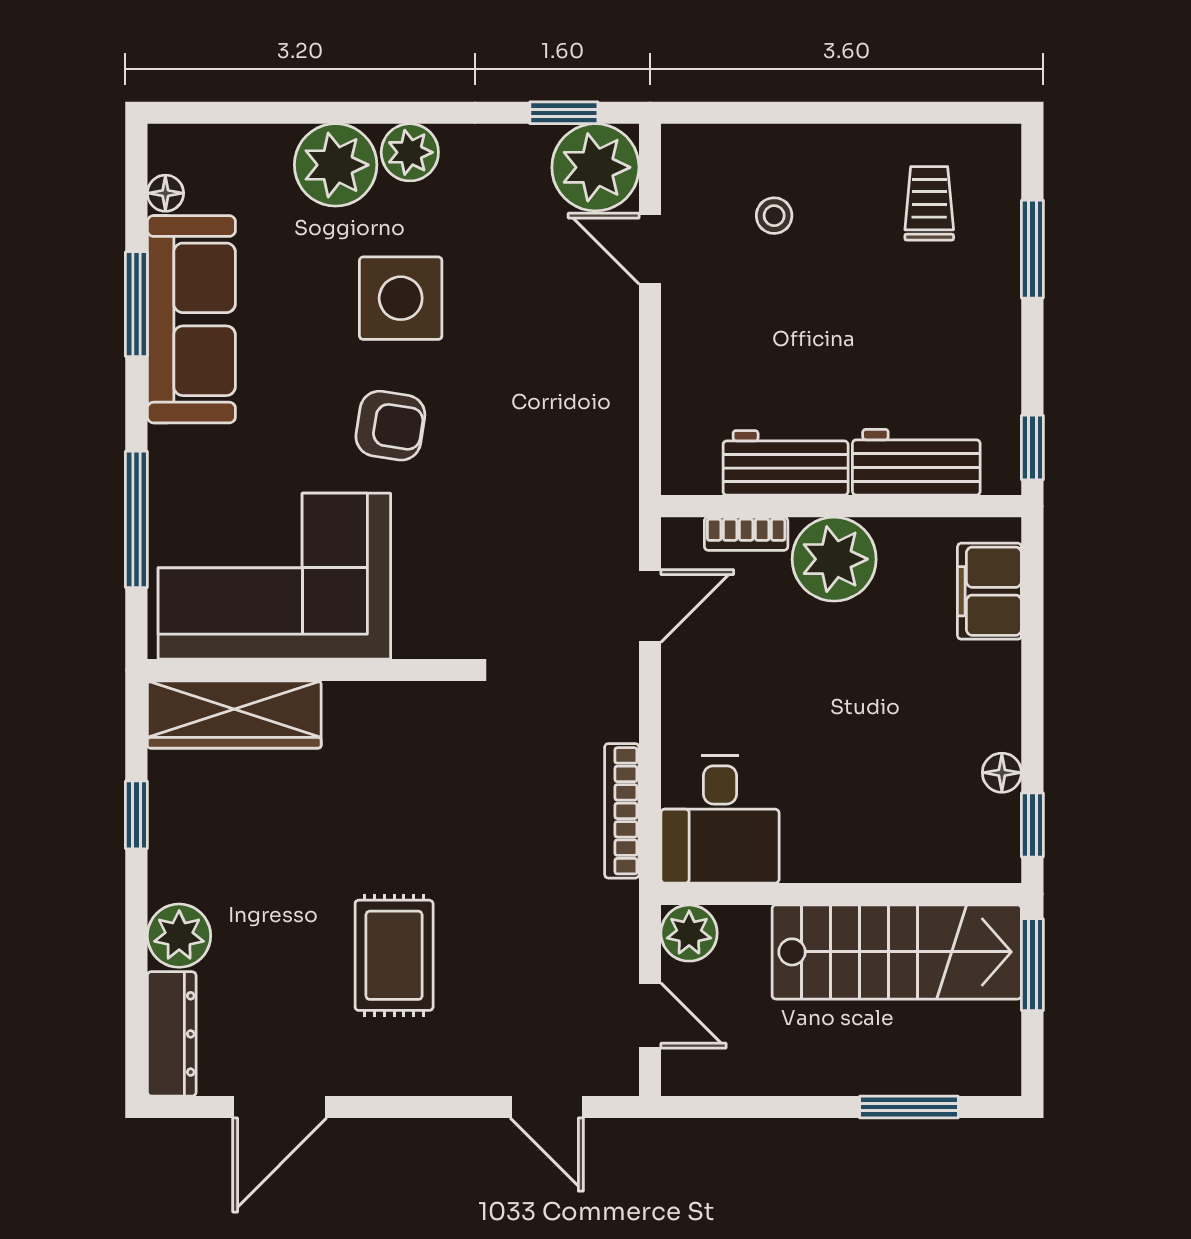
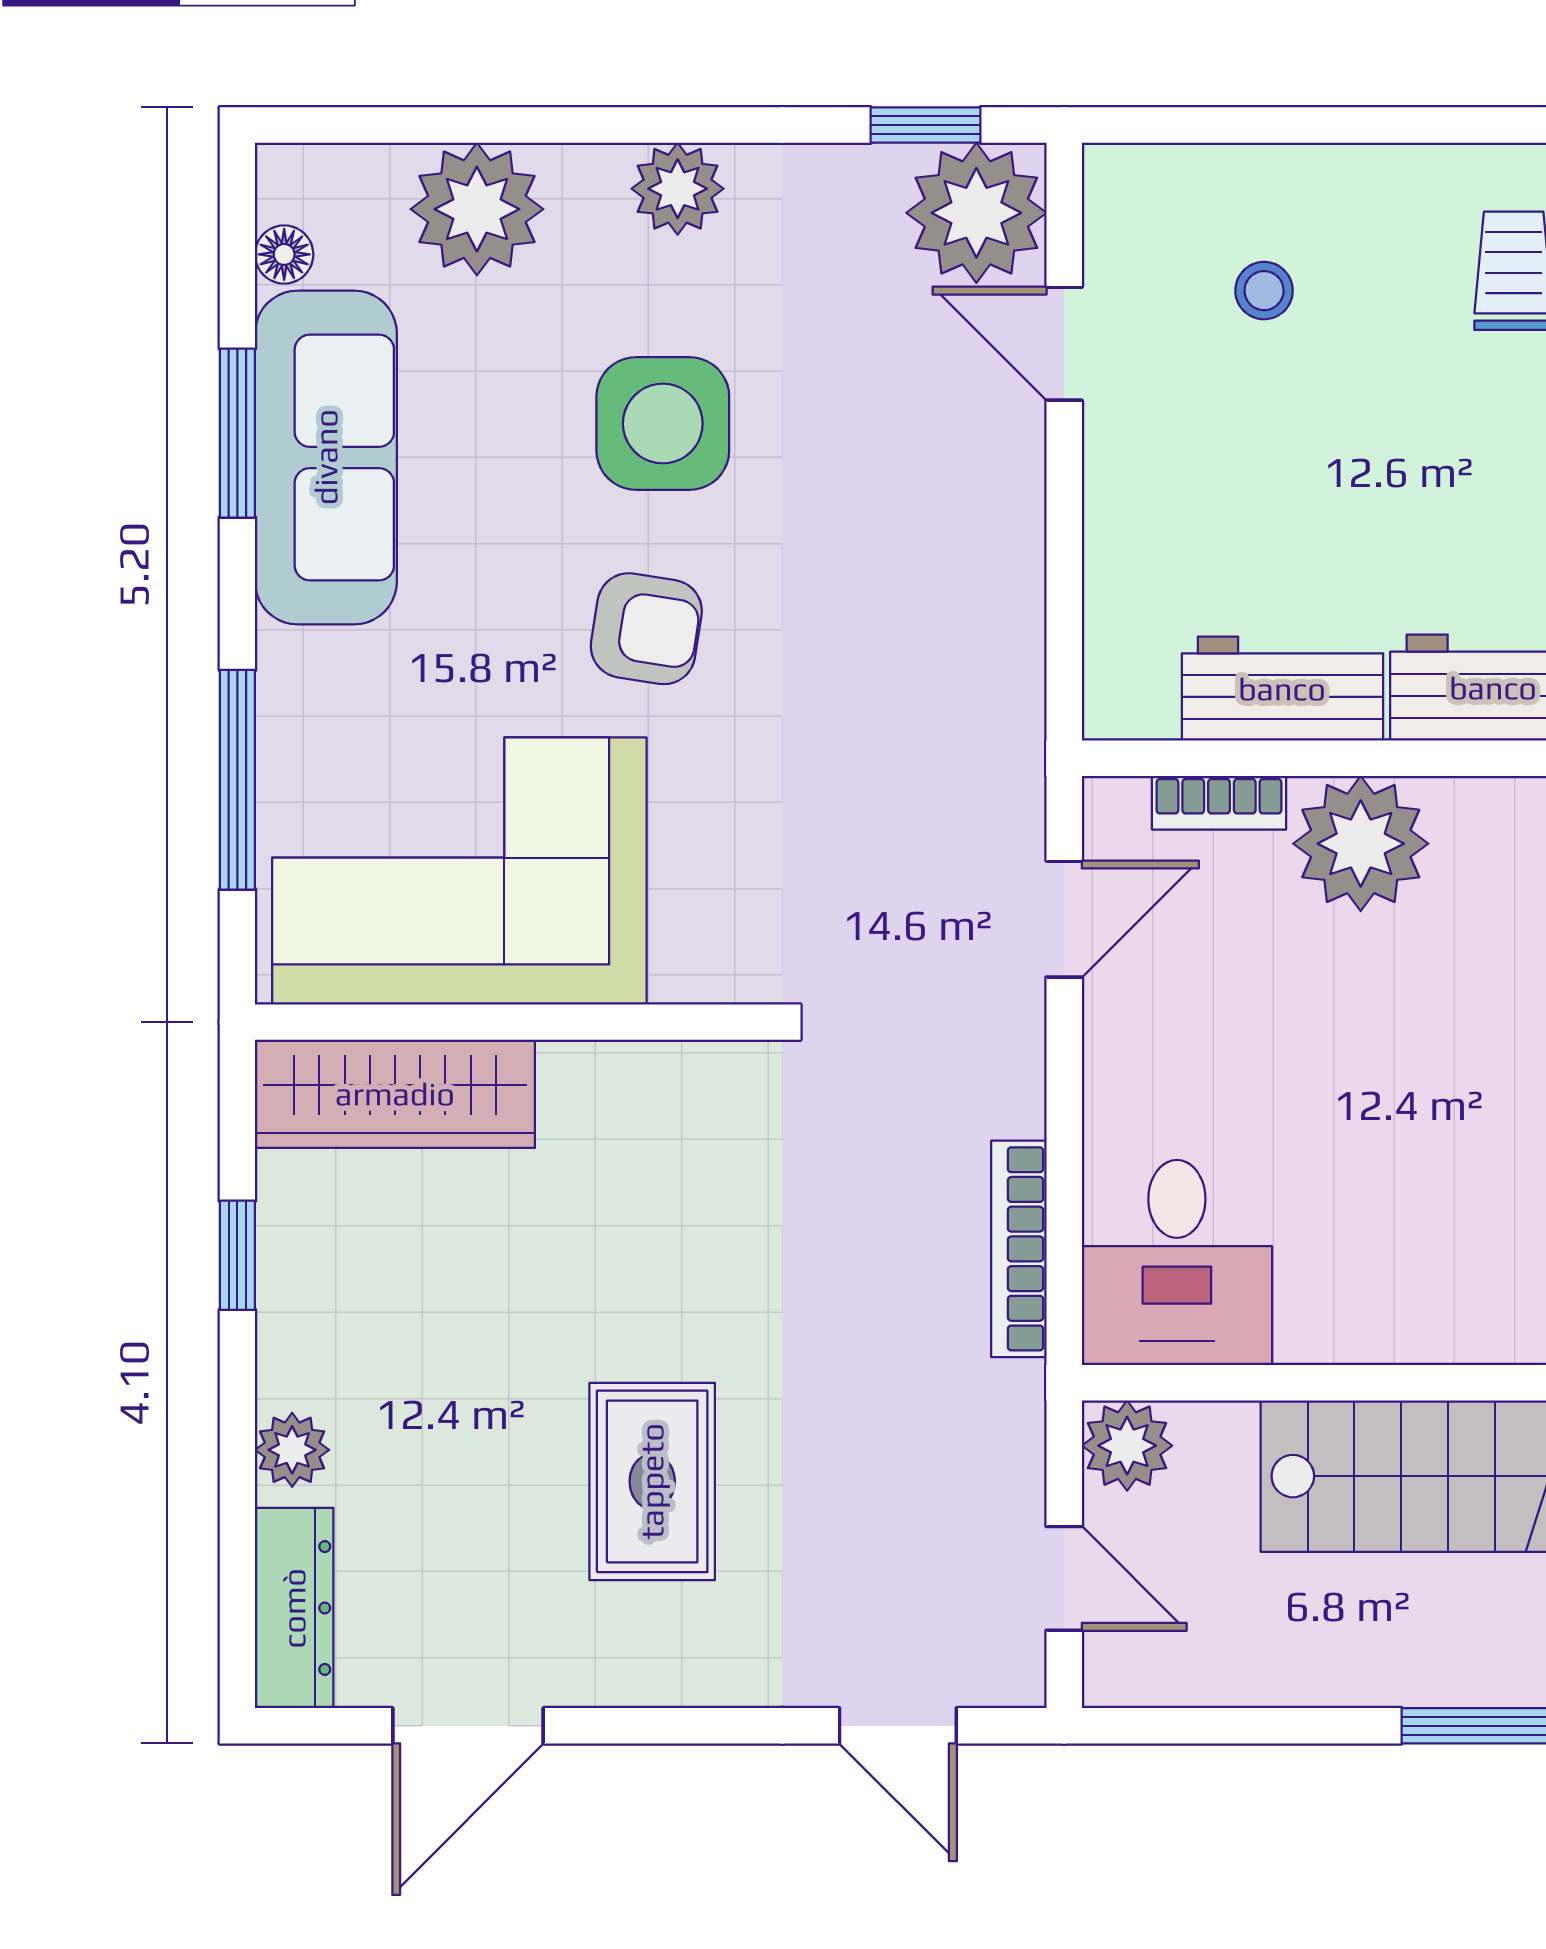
plant: (336, 165) -> (477, 209), moved
plant: (179, 936) -> (292, 1450), width x0.73, depth x0.73

